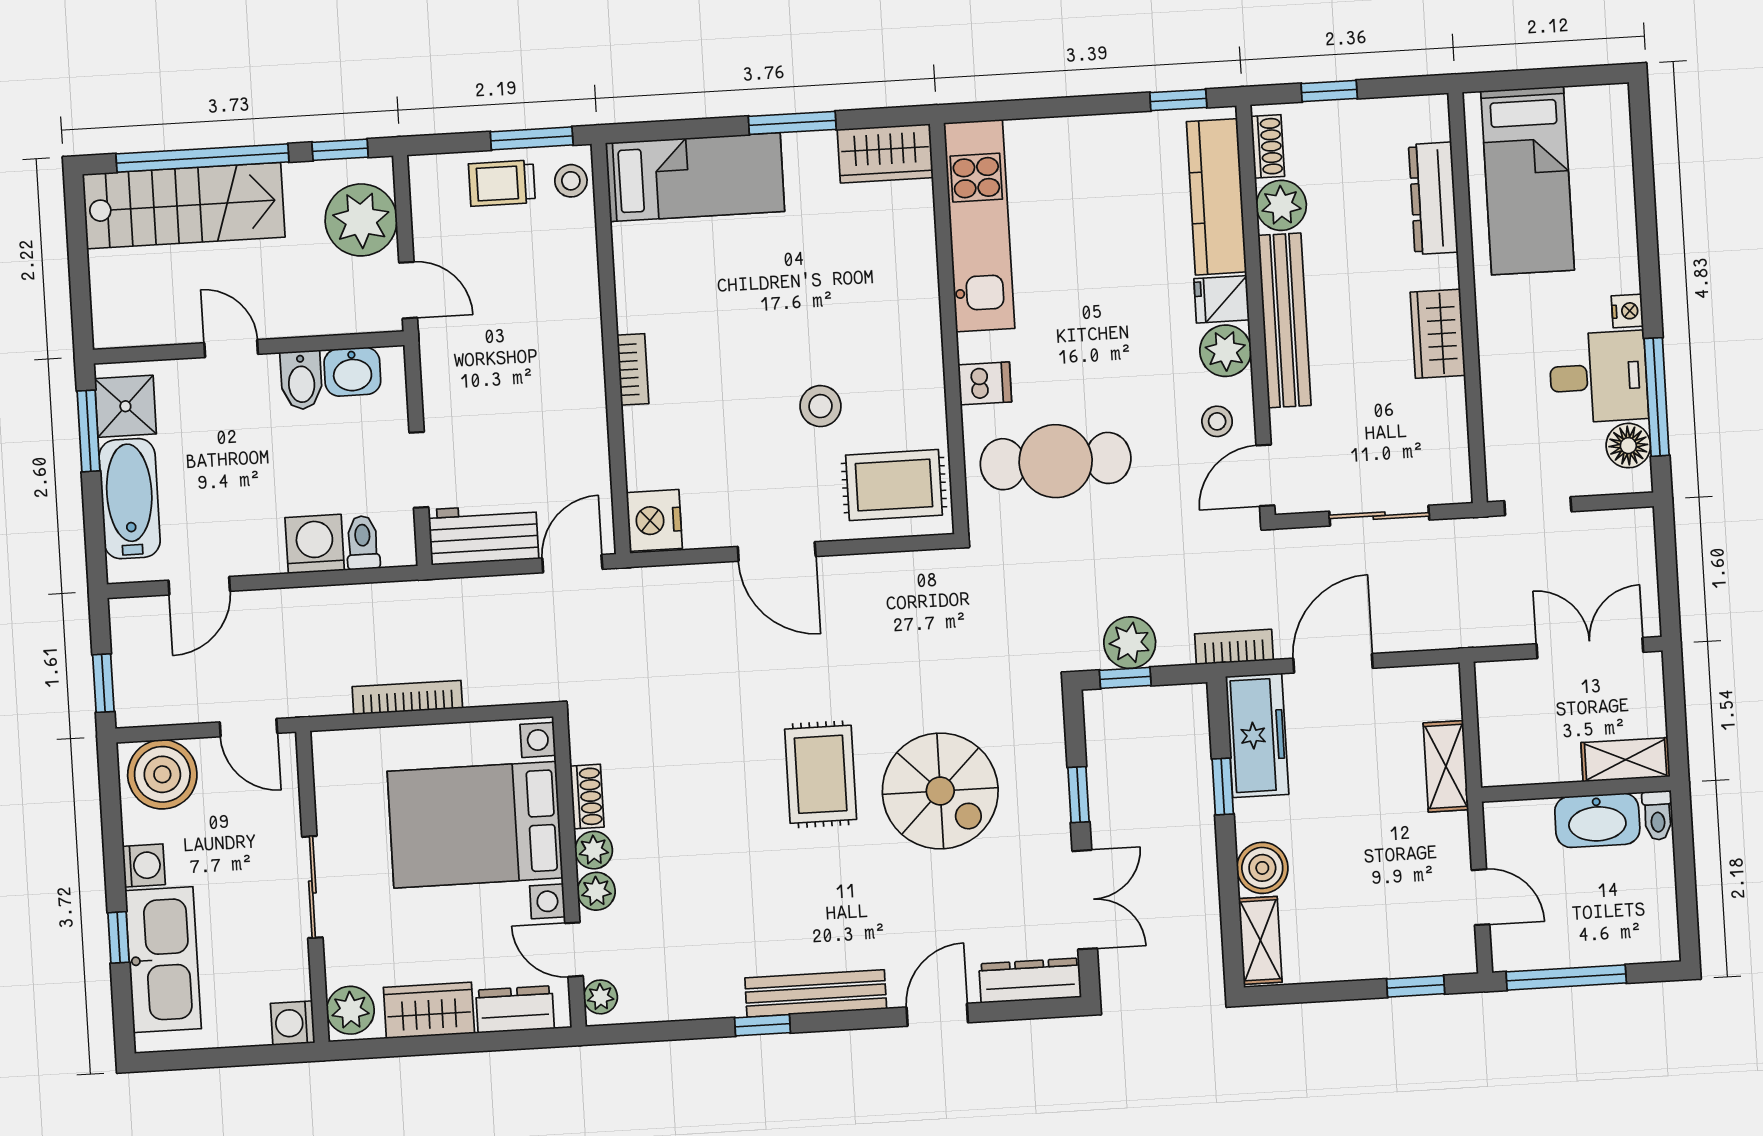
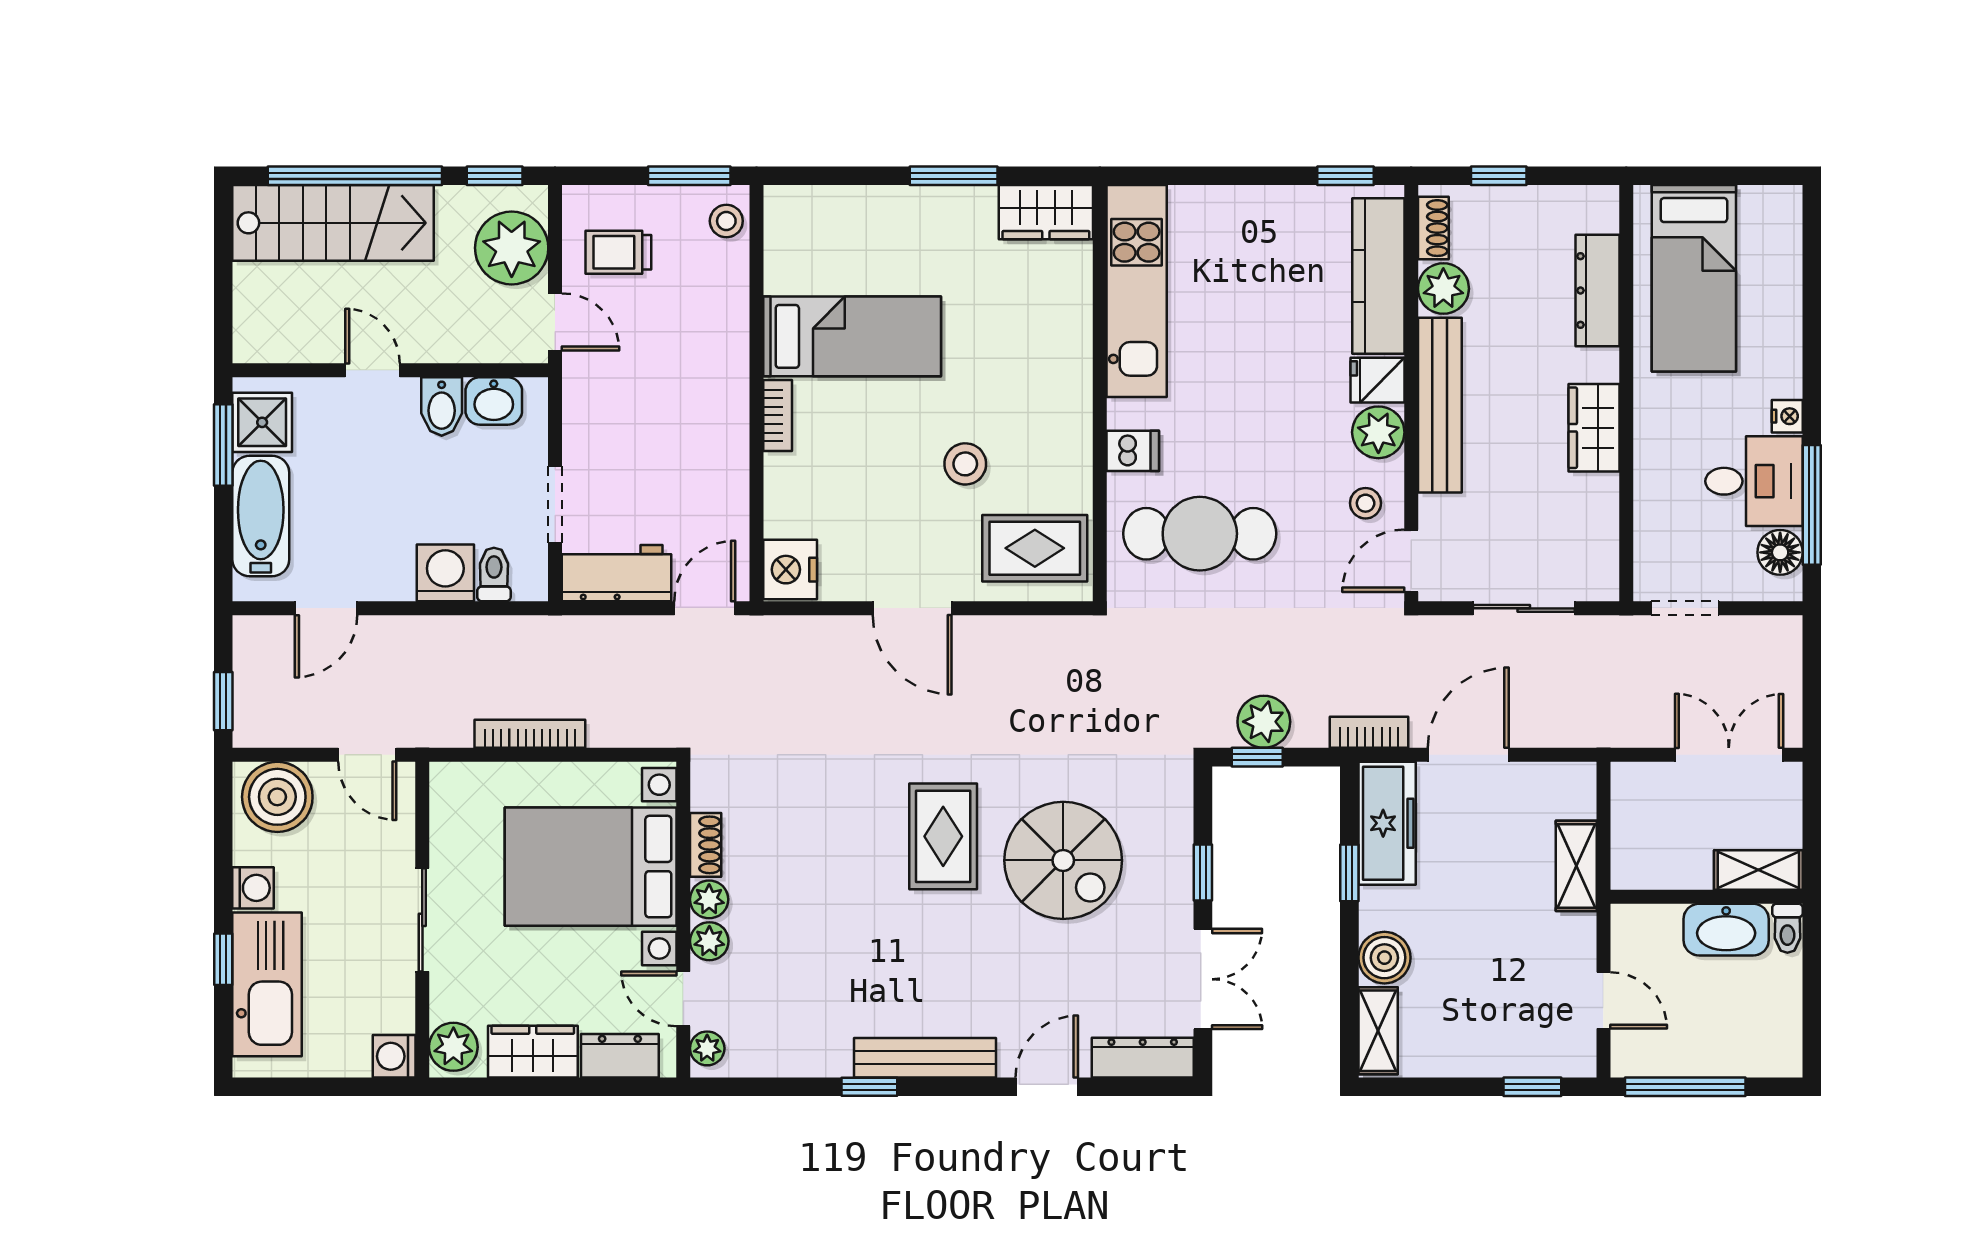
bed: (695, 177) -> (852, 336), moved
trolley: (502, 183) -> (618, 252), moved

